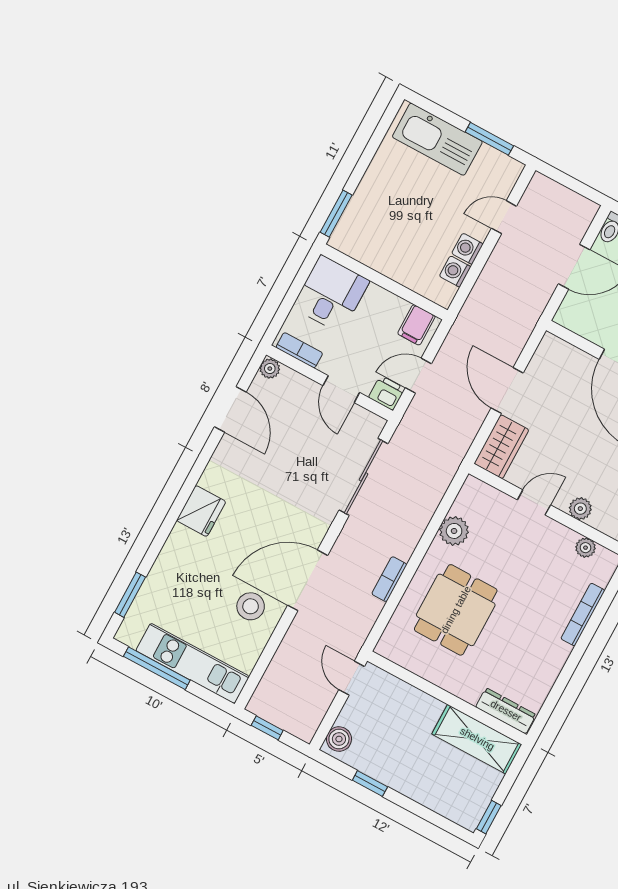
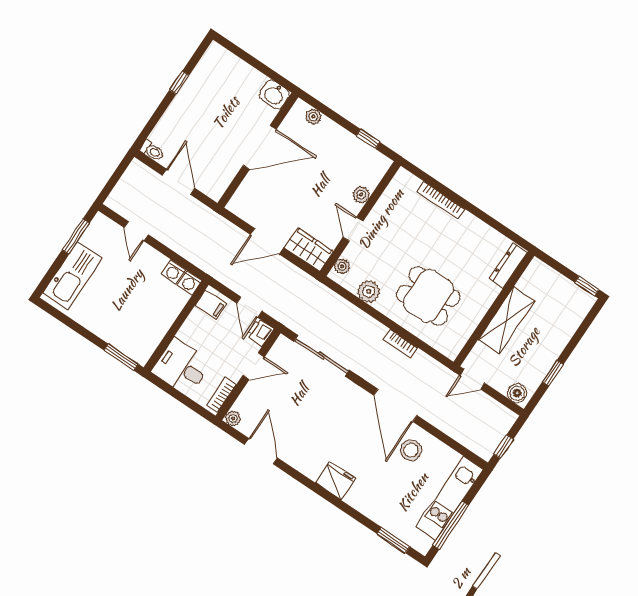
washing machine: (467, 249) -> (190, 283), moved
door: (230, 409) -> (261, 451), hinge flipped
plant: (586, 548) -> (342, 266), moved
shelving: (477, 739) -> (507, 320), moved

